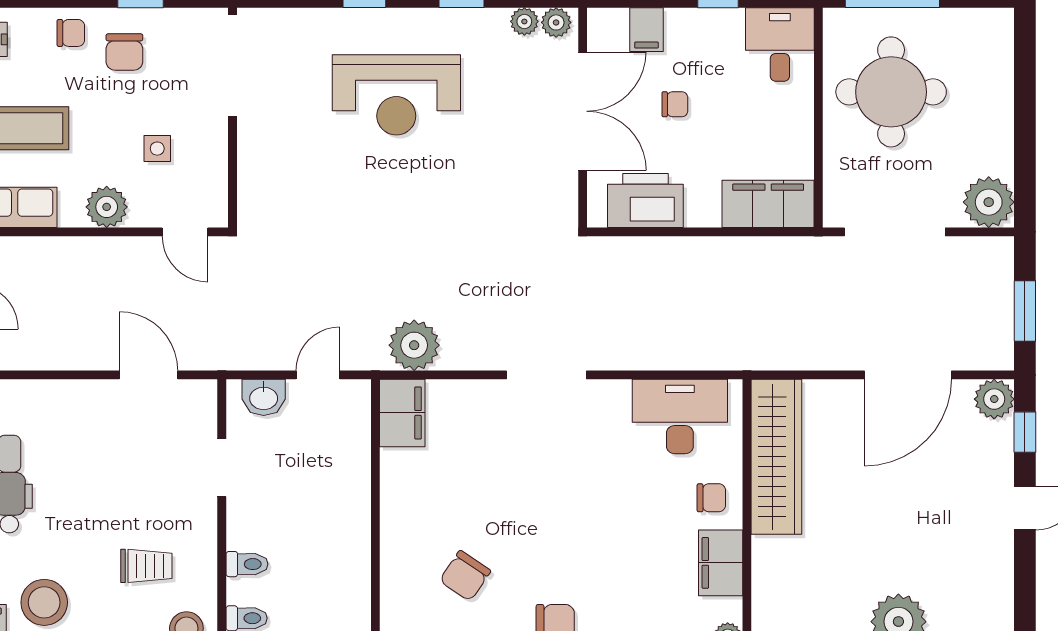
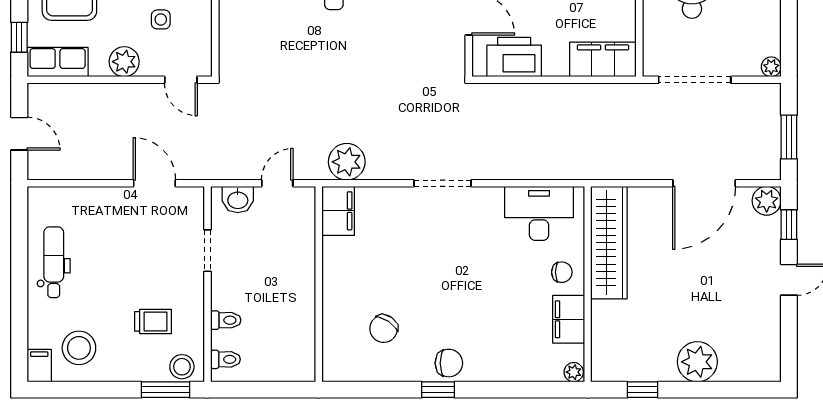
plant: (989, 202) -> (771, 67), width x0.53, depth x0.53

